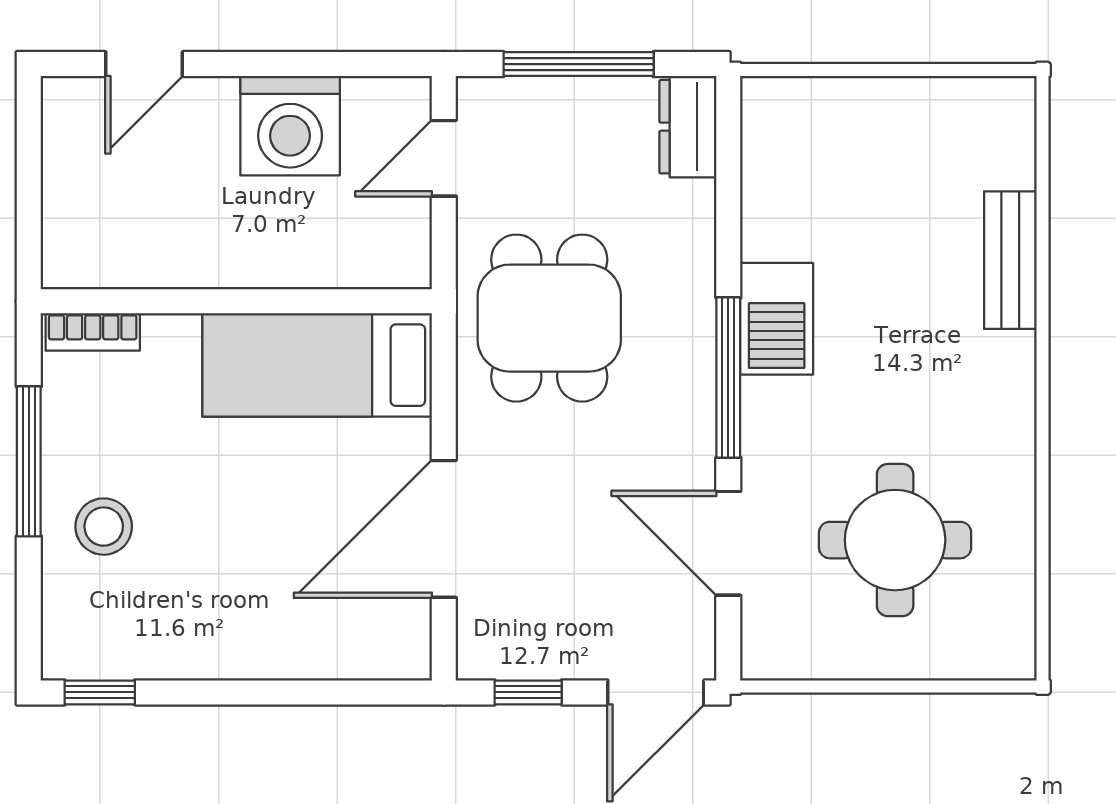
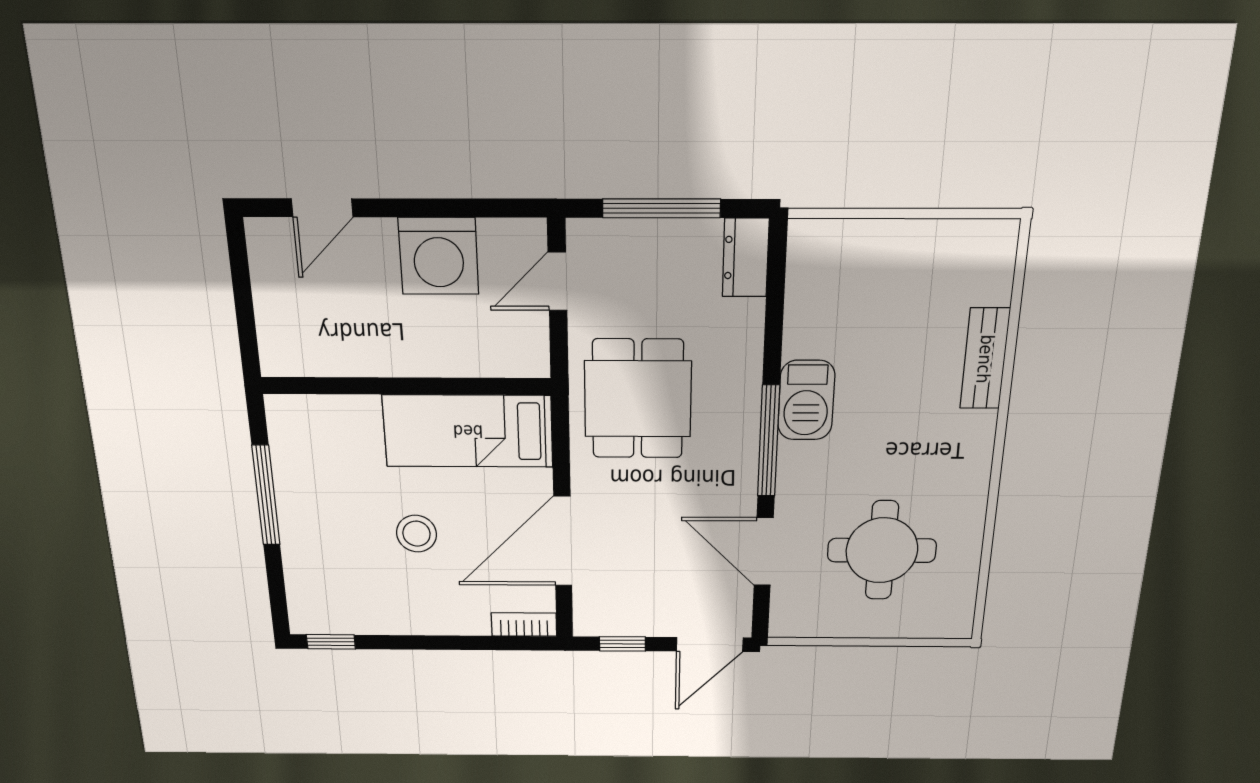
bookcase: (93, 332) -> (524, 625), moved, turned 180
stool: (104, 527) -> (416, 534), moved

